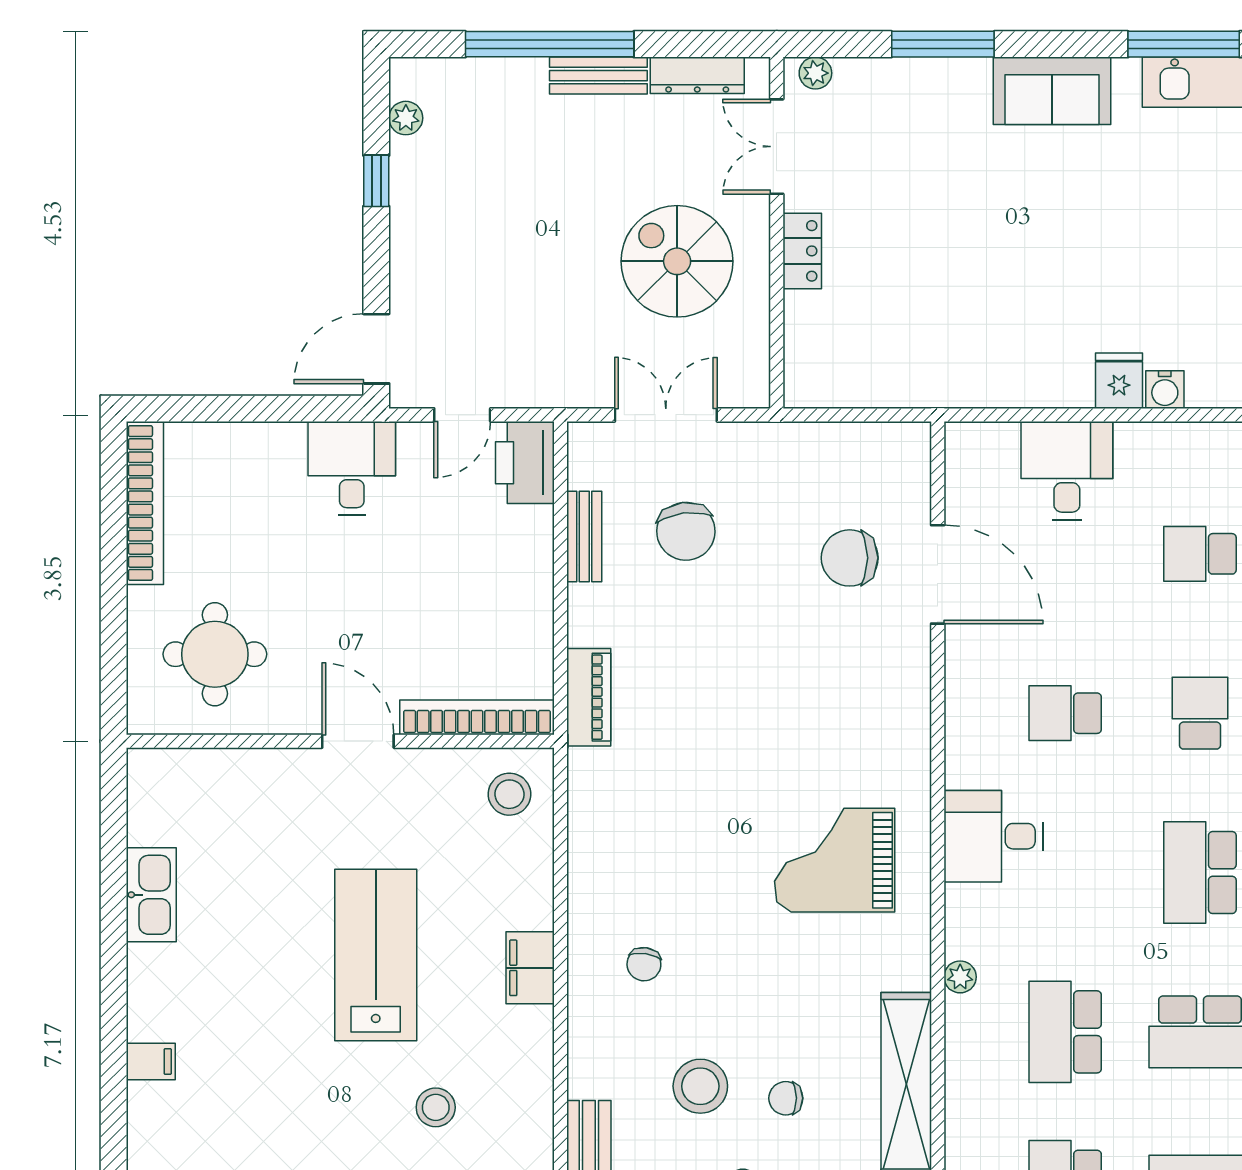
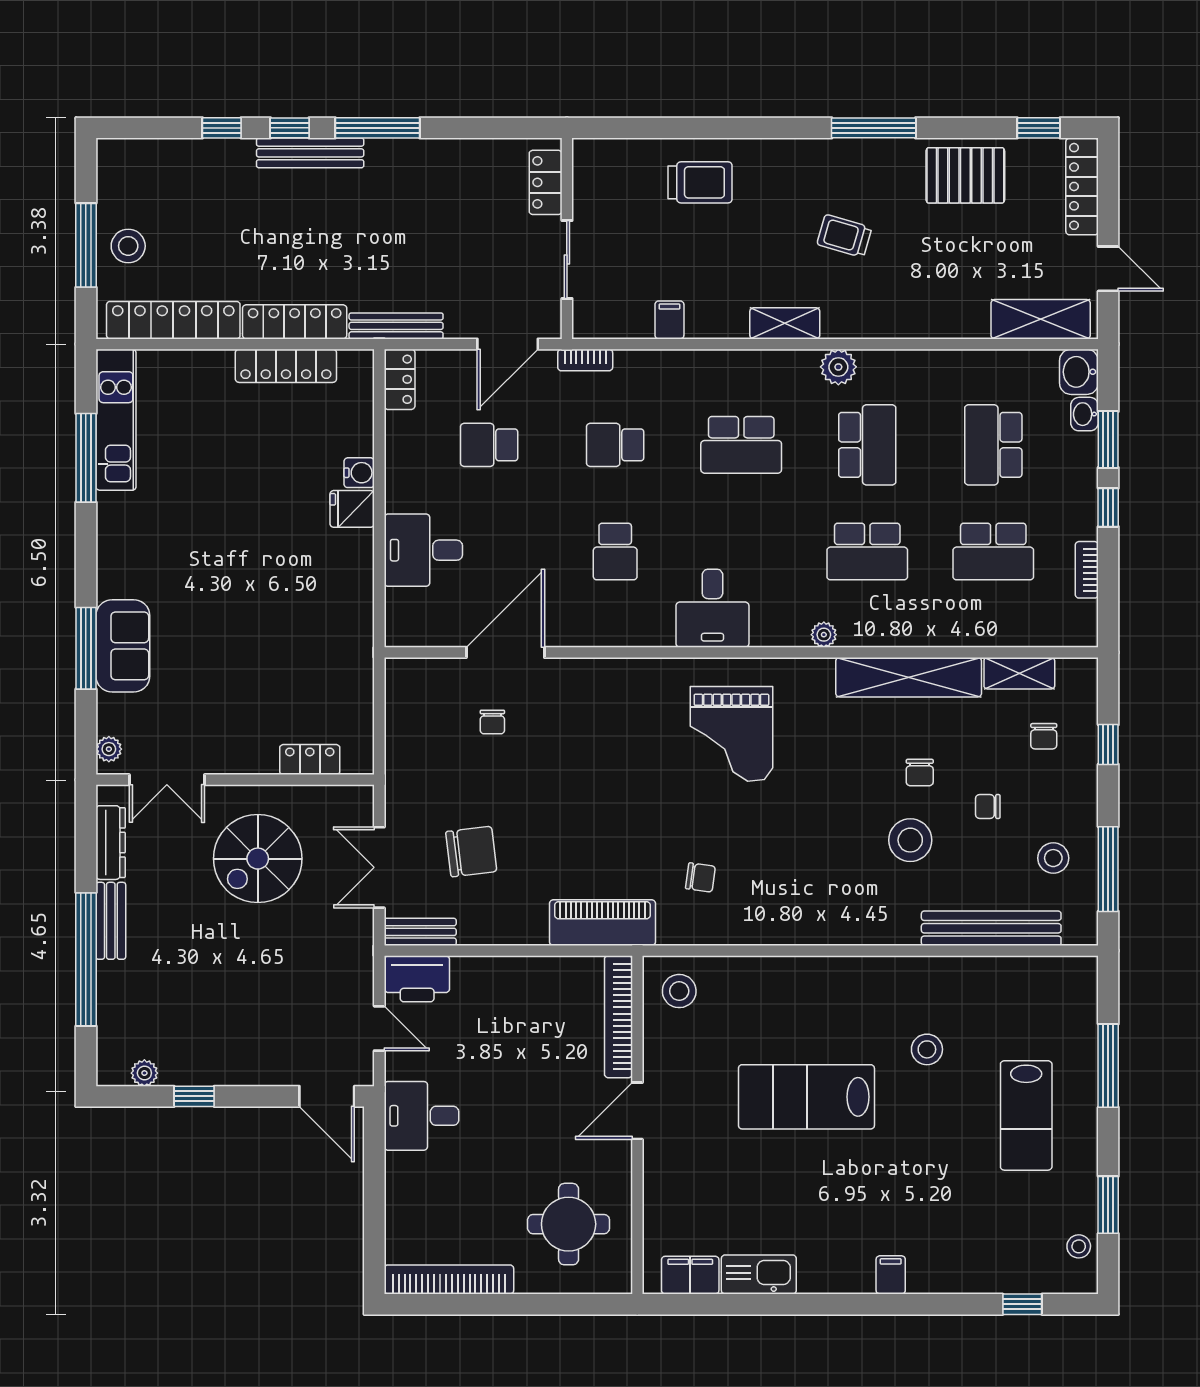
sofa: (1052, 91) -> (123, 646), moved
locker: (802, 251) -> (310, 760), moved
bench: (584, 536) -> (420, 932), moved
school desk: (1200, 554) -> (489, 445), turned 90
chair: (850, 558) -> (492, 722), width x0.54, depth x0.54
piano: (589, 697) -> (602, 923), width x1.37, depth x1.33
chair: (644, 964) -> (700, 877), moved
filing cabinet: (530, 968) -> (690, 1275), moved, turned 180

